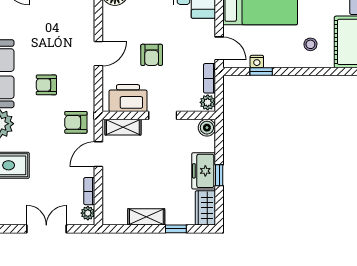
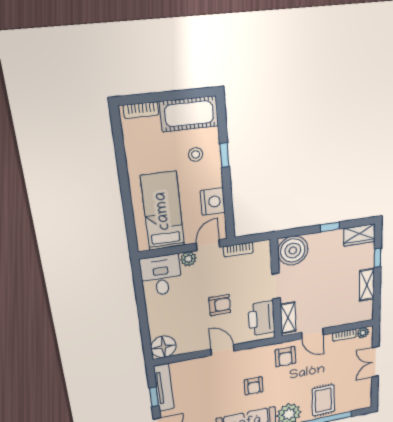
nightstand: (257, 62) -> (213, 202), width x1.89, depth x1.79
window: (261, 71) -> (224, 155), moved
plant: (208, 102) -> (188, 259), moved
boiler: (207, 128) -> (293, 250), width x1.86, depth x1.86
freezer: (204, 171) -> (326, 242), removed

